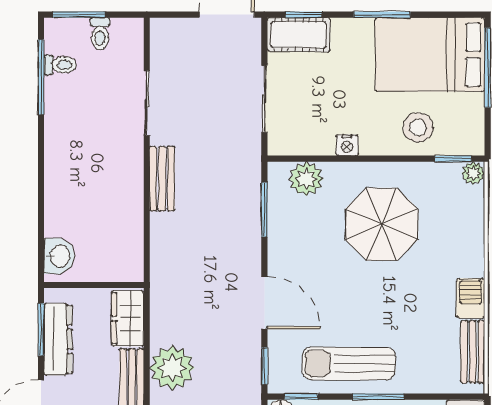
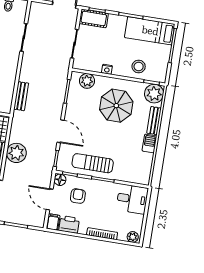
bed: (430, 55) -> (150, 31), width x0.67
plant: (473, 173) -> (154, 94), width x1.88, depth x1.88
bench: (162, 179) -> (21, 96), moved
bench: (473, 352) -> (154, 121), moved

